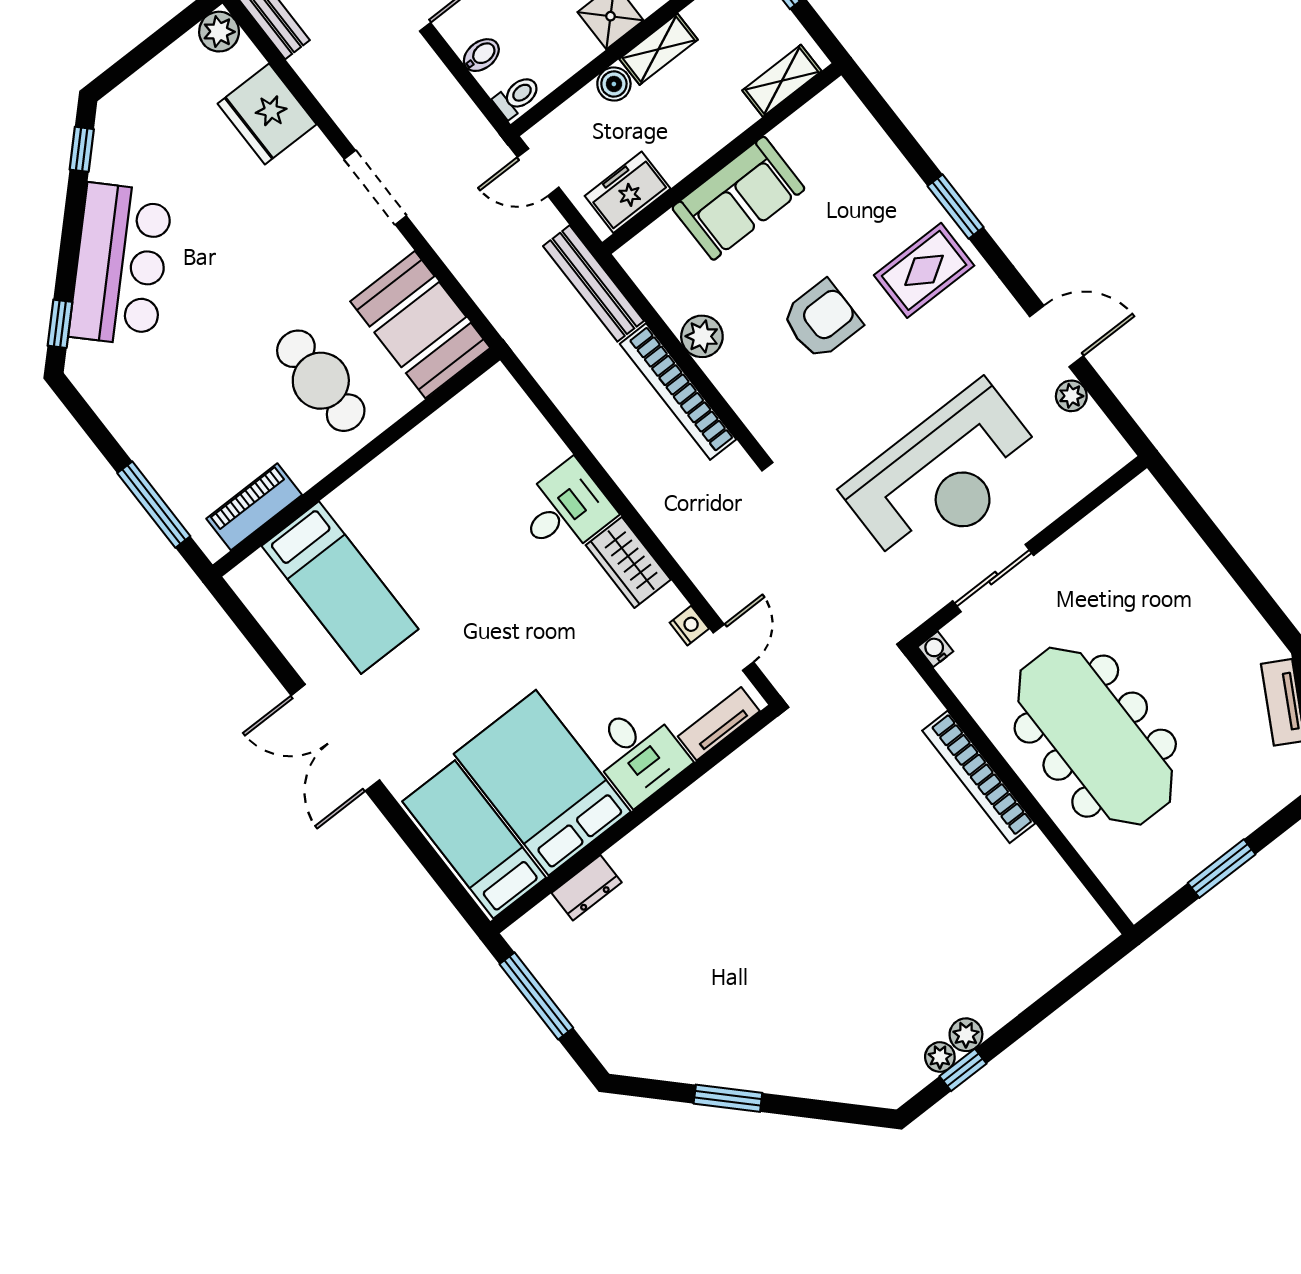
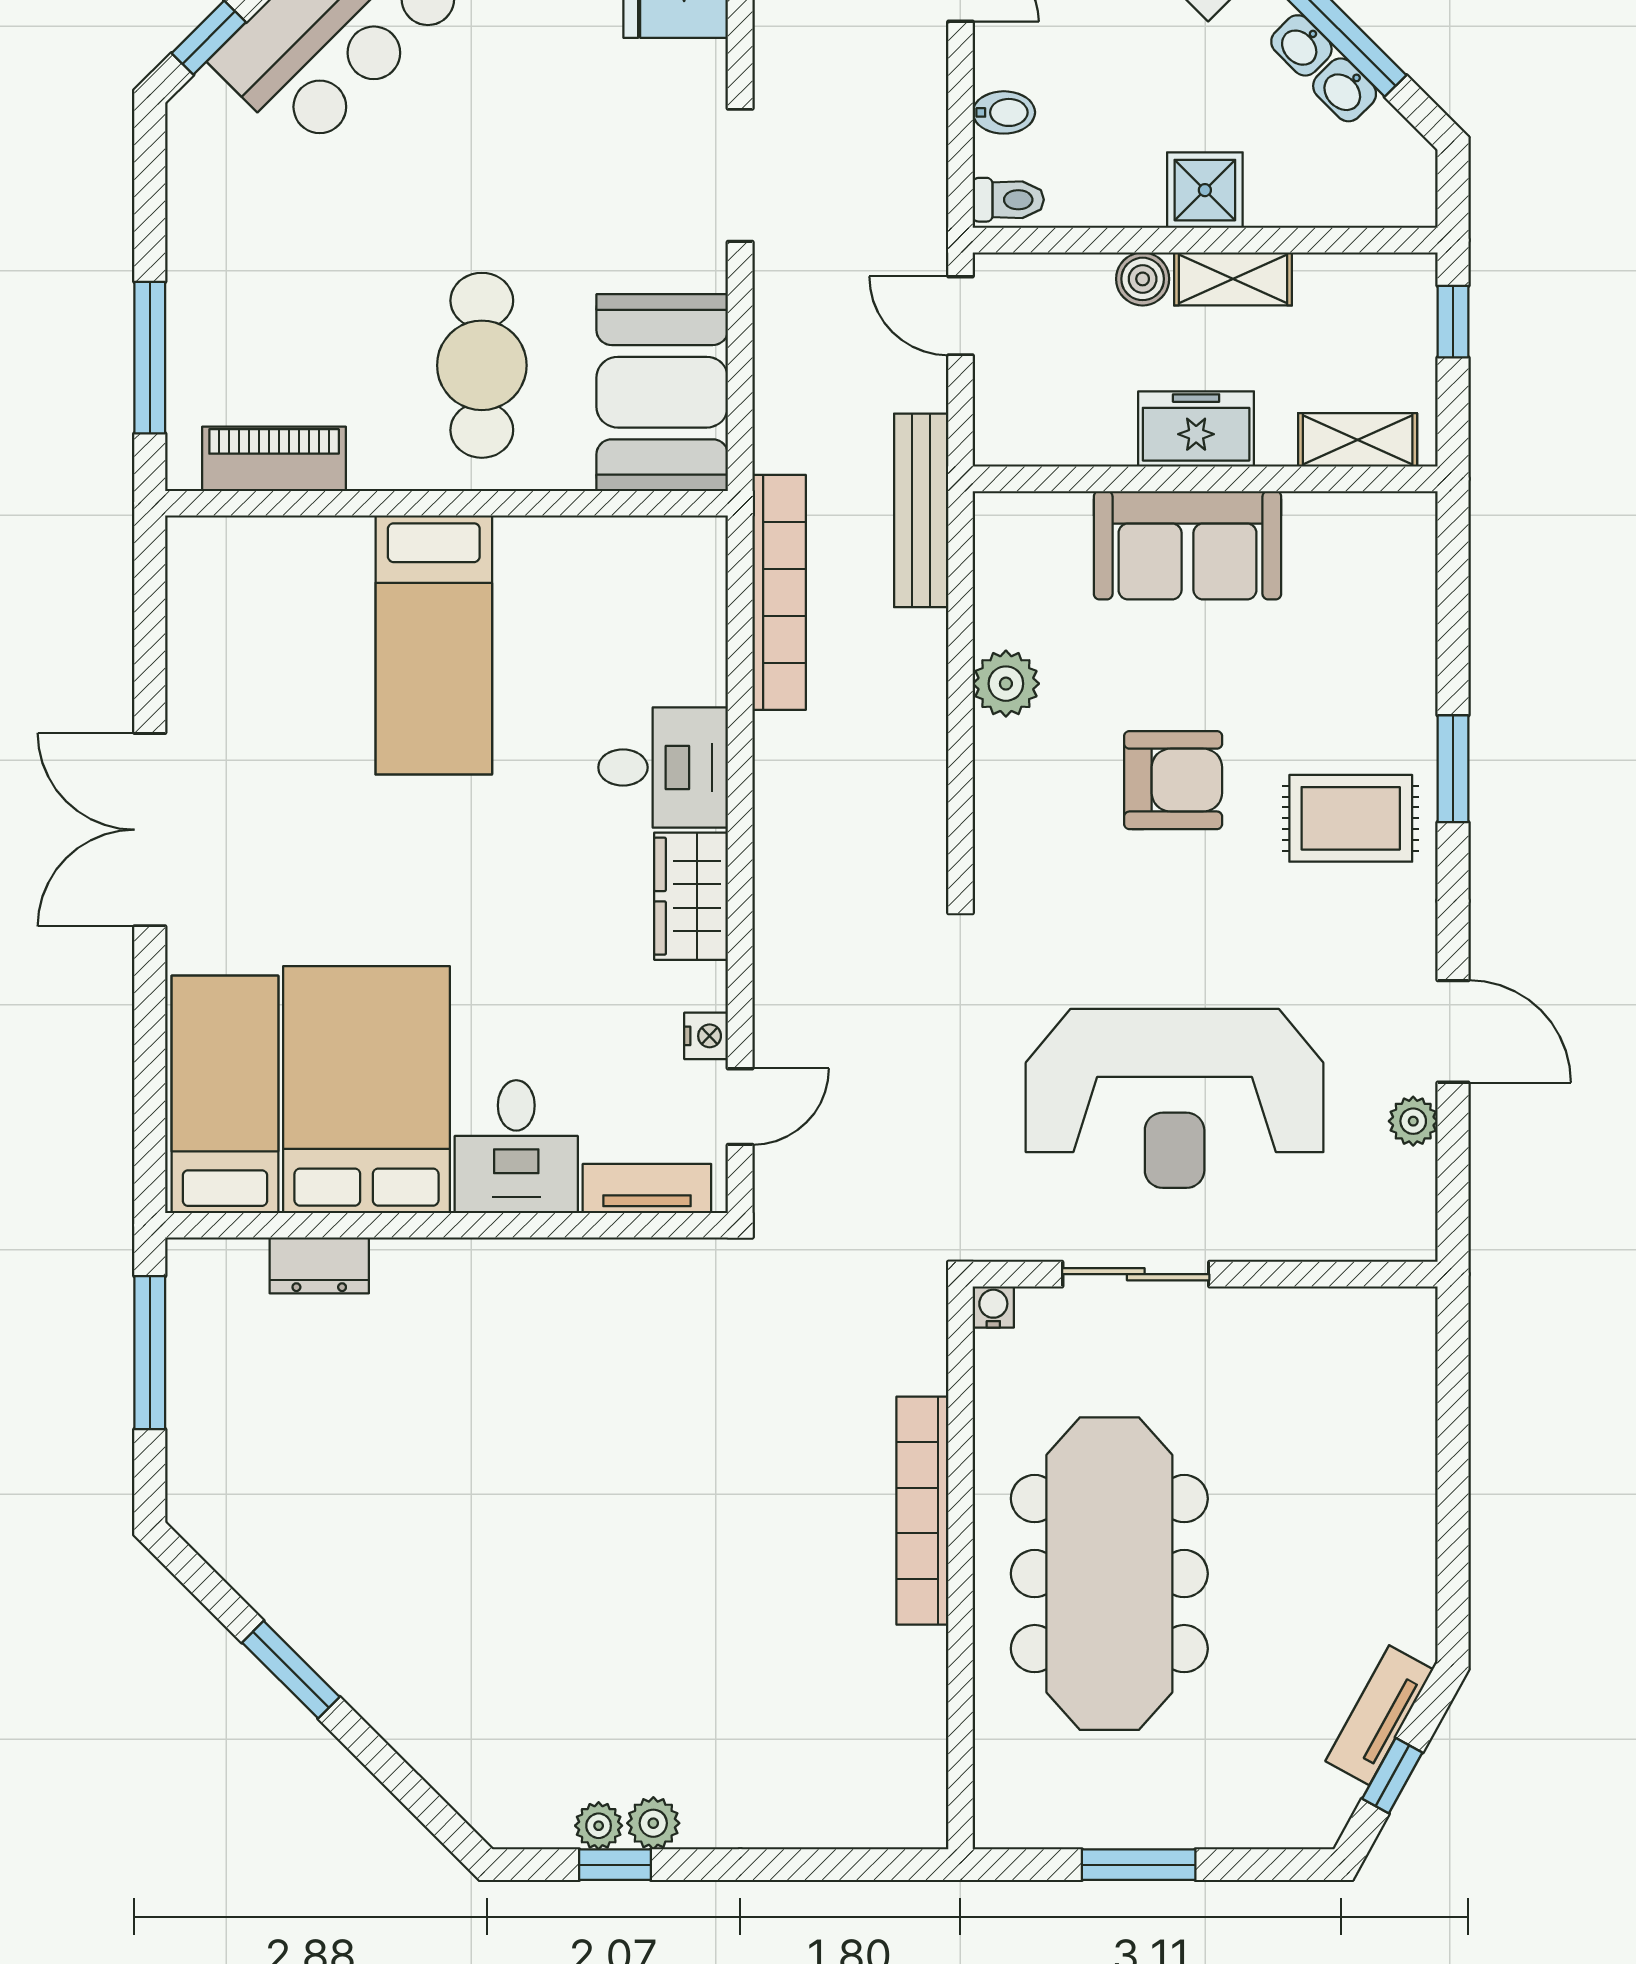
freezer: (628, 192) -> (1196, 429), moved
bookcase: (678, 392) -> (779, 592), moved, turned 180
bed: (340, 588) -> (434, 645), moved

